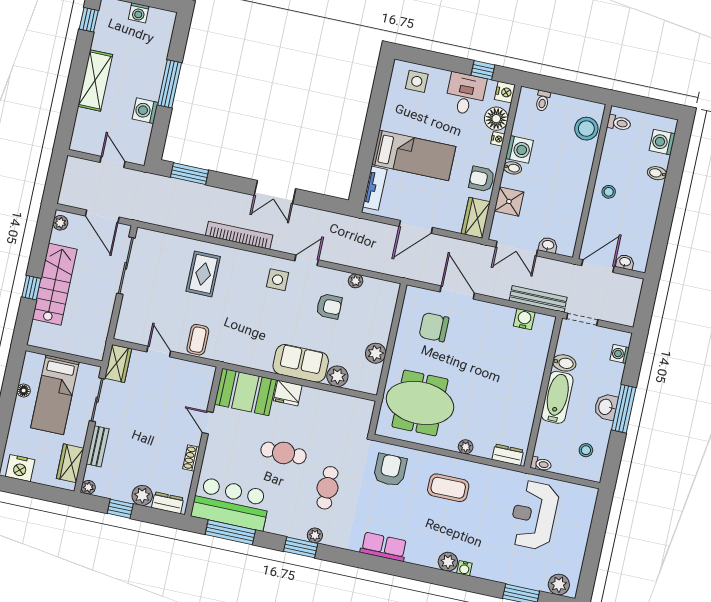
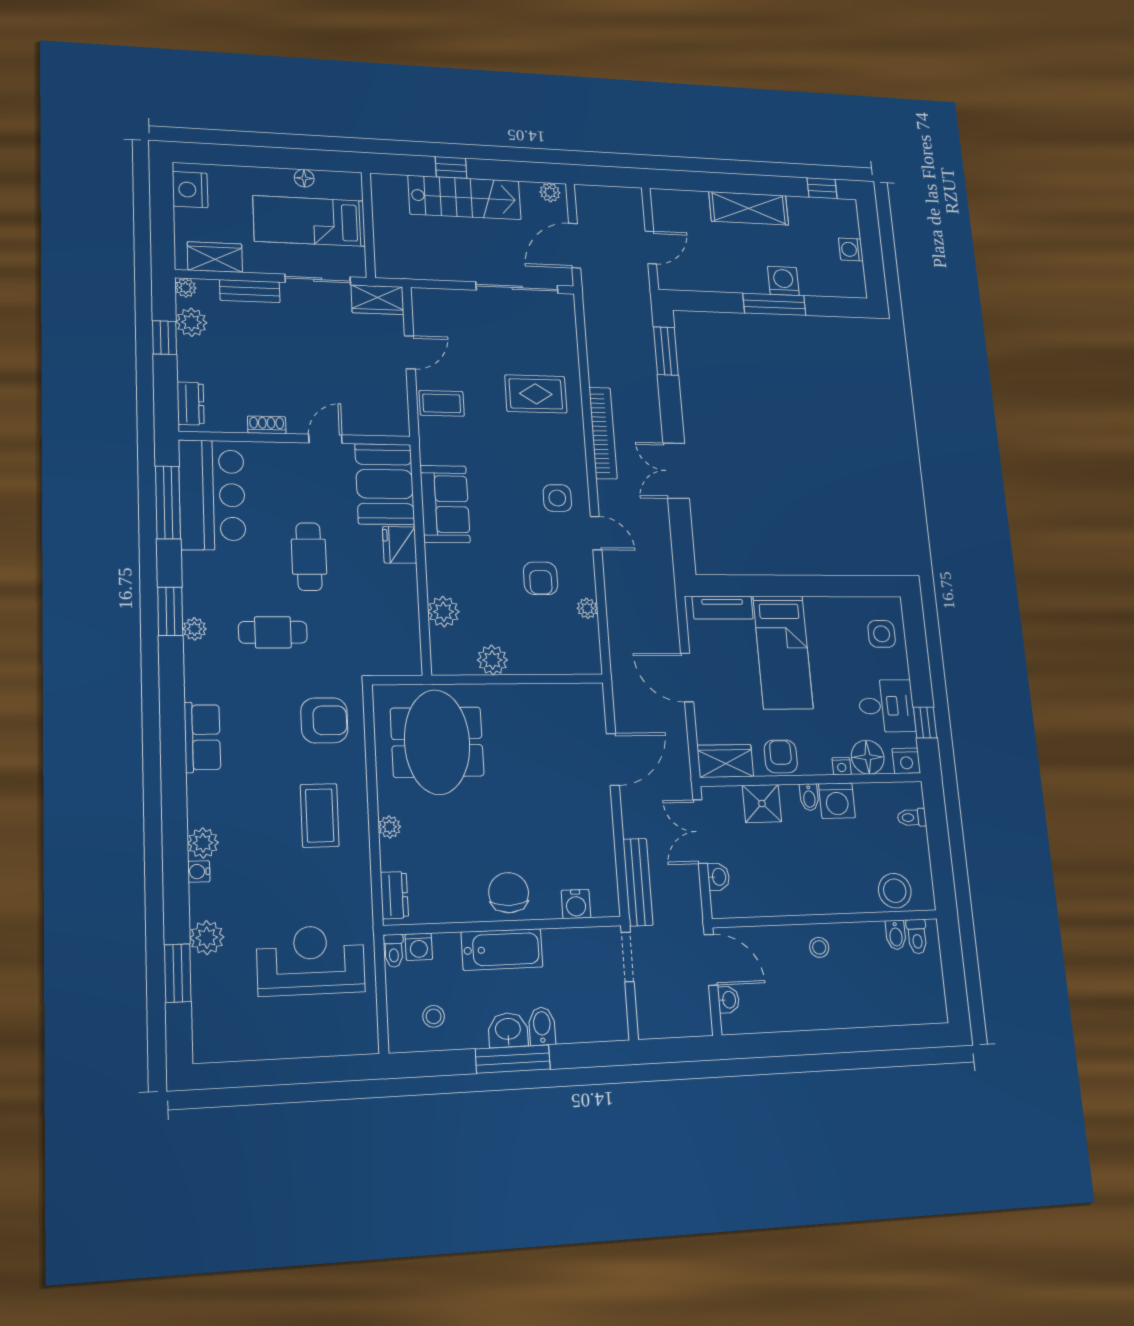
washing machine: (145, 111) -> (783, 281), moved
washing machine: (662, 142) -> (911, 1008), removed
bidet: (657, 173) -> (896, 935), moved, turned 180
water cooler: (524, 319) -> (576, 904), moved, turned 90
chair: (434, 327) -> (509, 893), moved
washing machine: (620, 354) -> (419, 947), moved, turned 180
sofa: (301, 363) -> (445, 504), moved
bidet: (564, 363) -> (542, 1026), moved, turned 180
plant: (142, 495) -> (191, 322), moved
plant: (559, 585) -> (207, 938), moved

